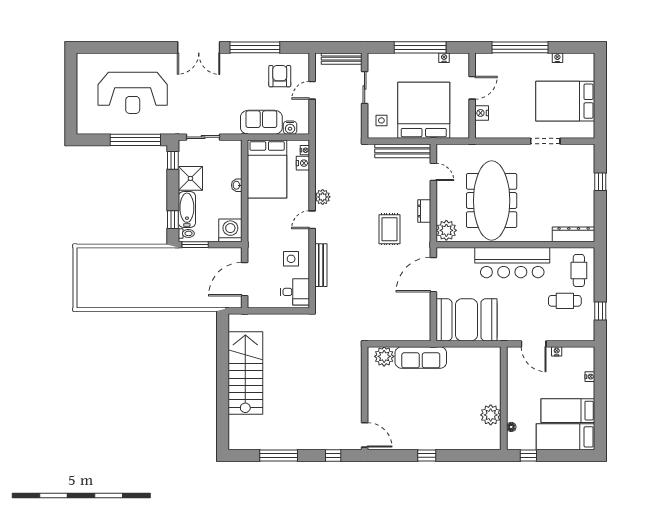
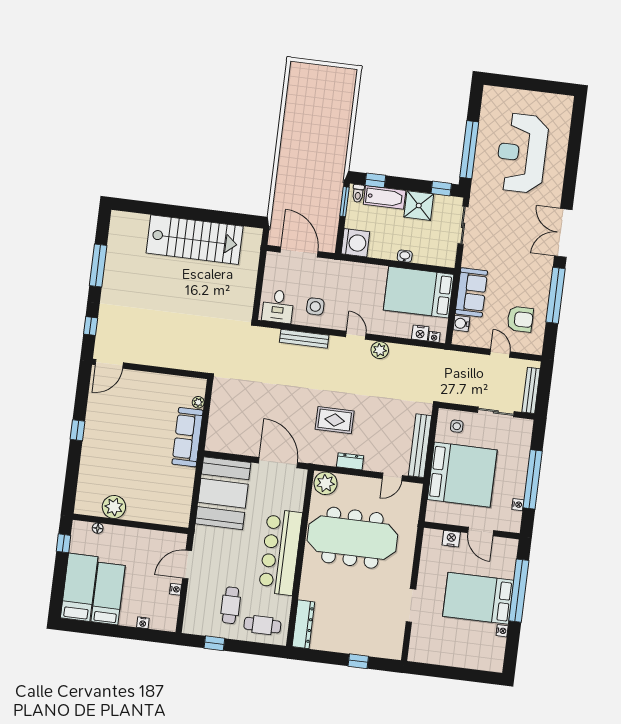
bed: (565, 101) -> (478, 598), moved, turned -90
plant: (384, 356) -> (198, 402), width x0.53, depth x0.53

